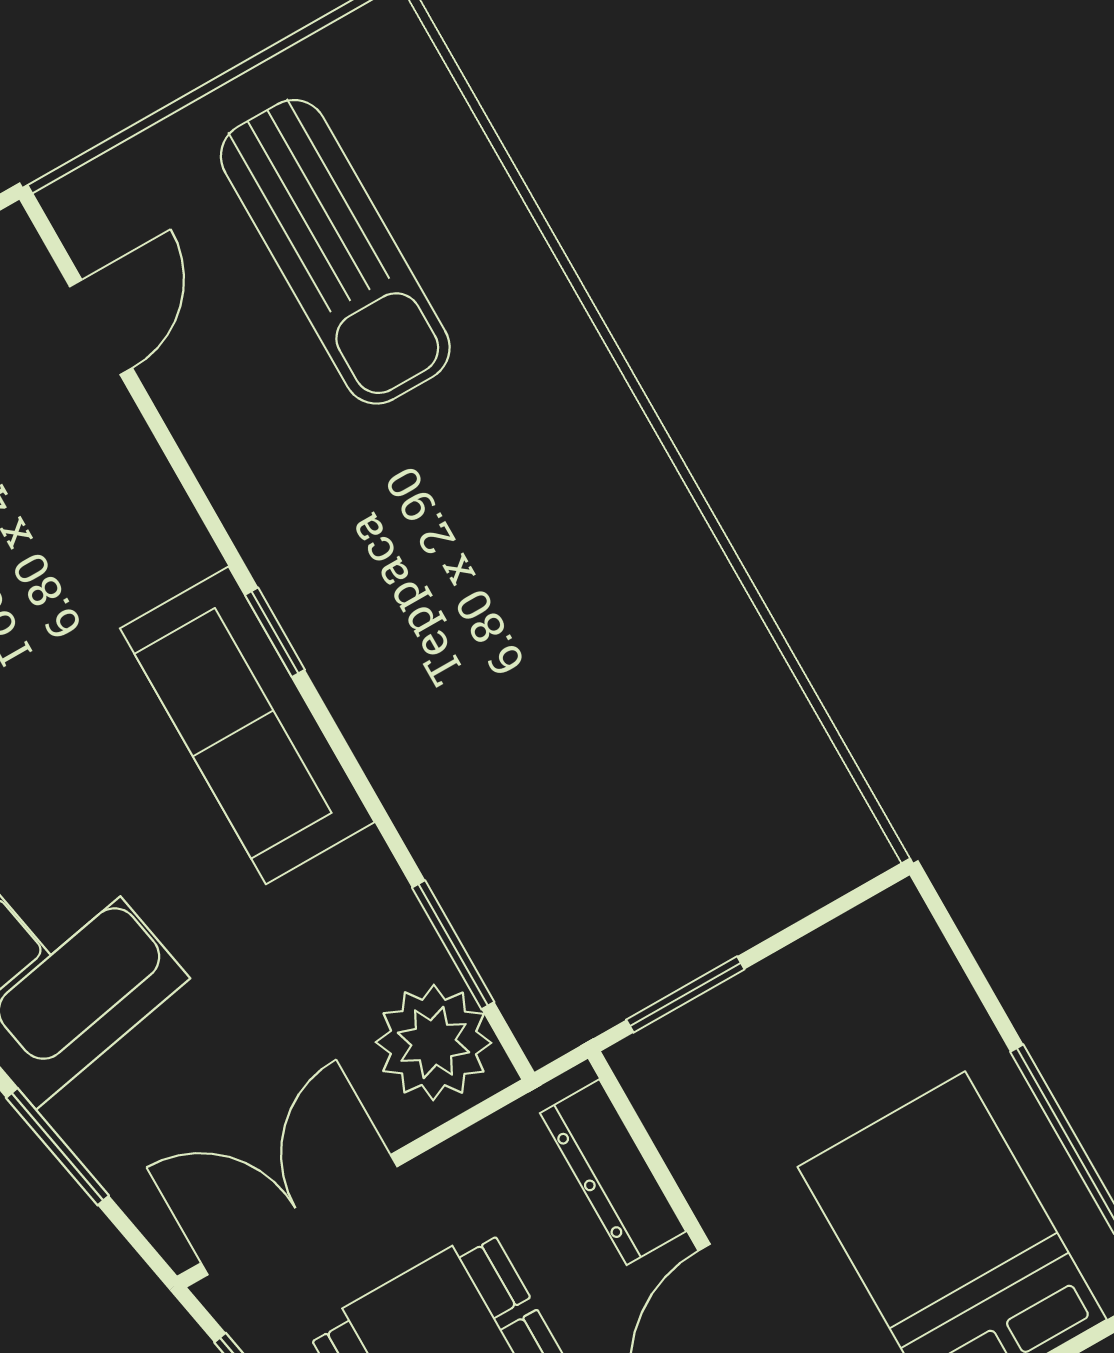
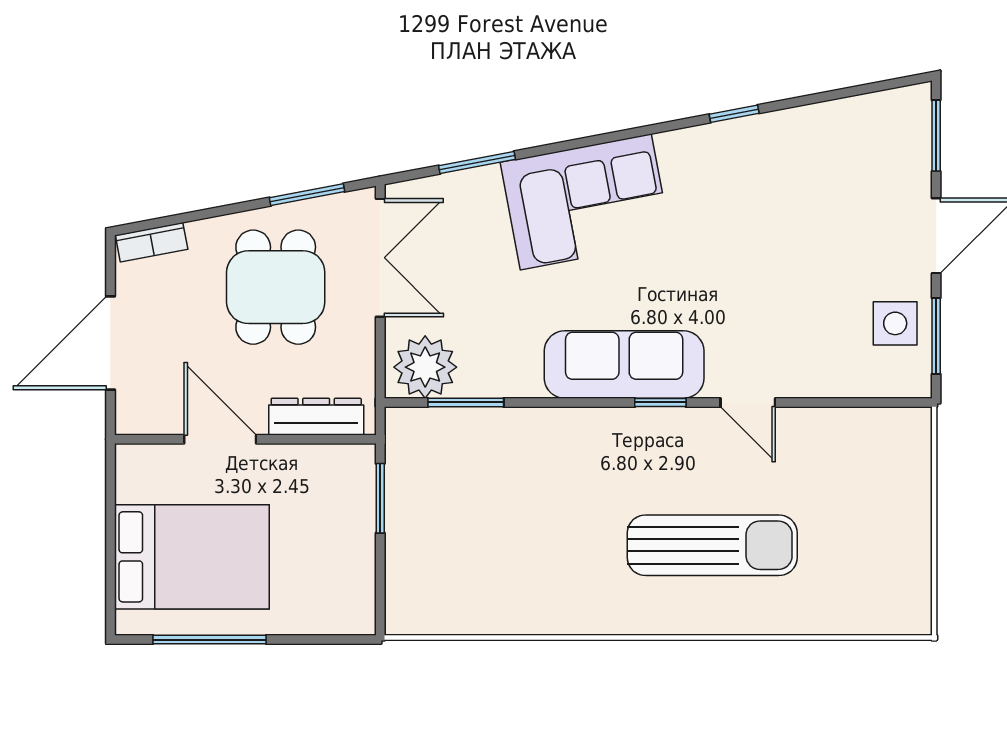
sun lounger: (335, 252) -> (712, 545), moved, turned 180
door: (101, 327) -> (748, 402), moved

